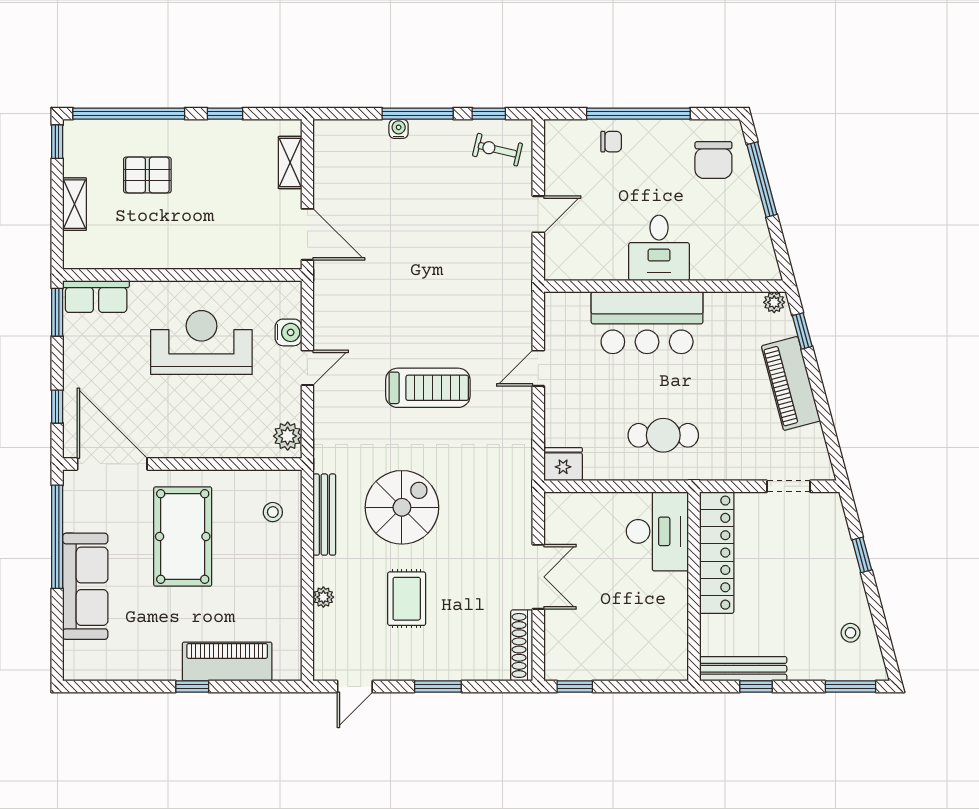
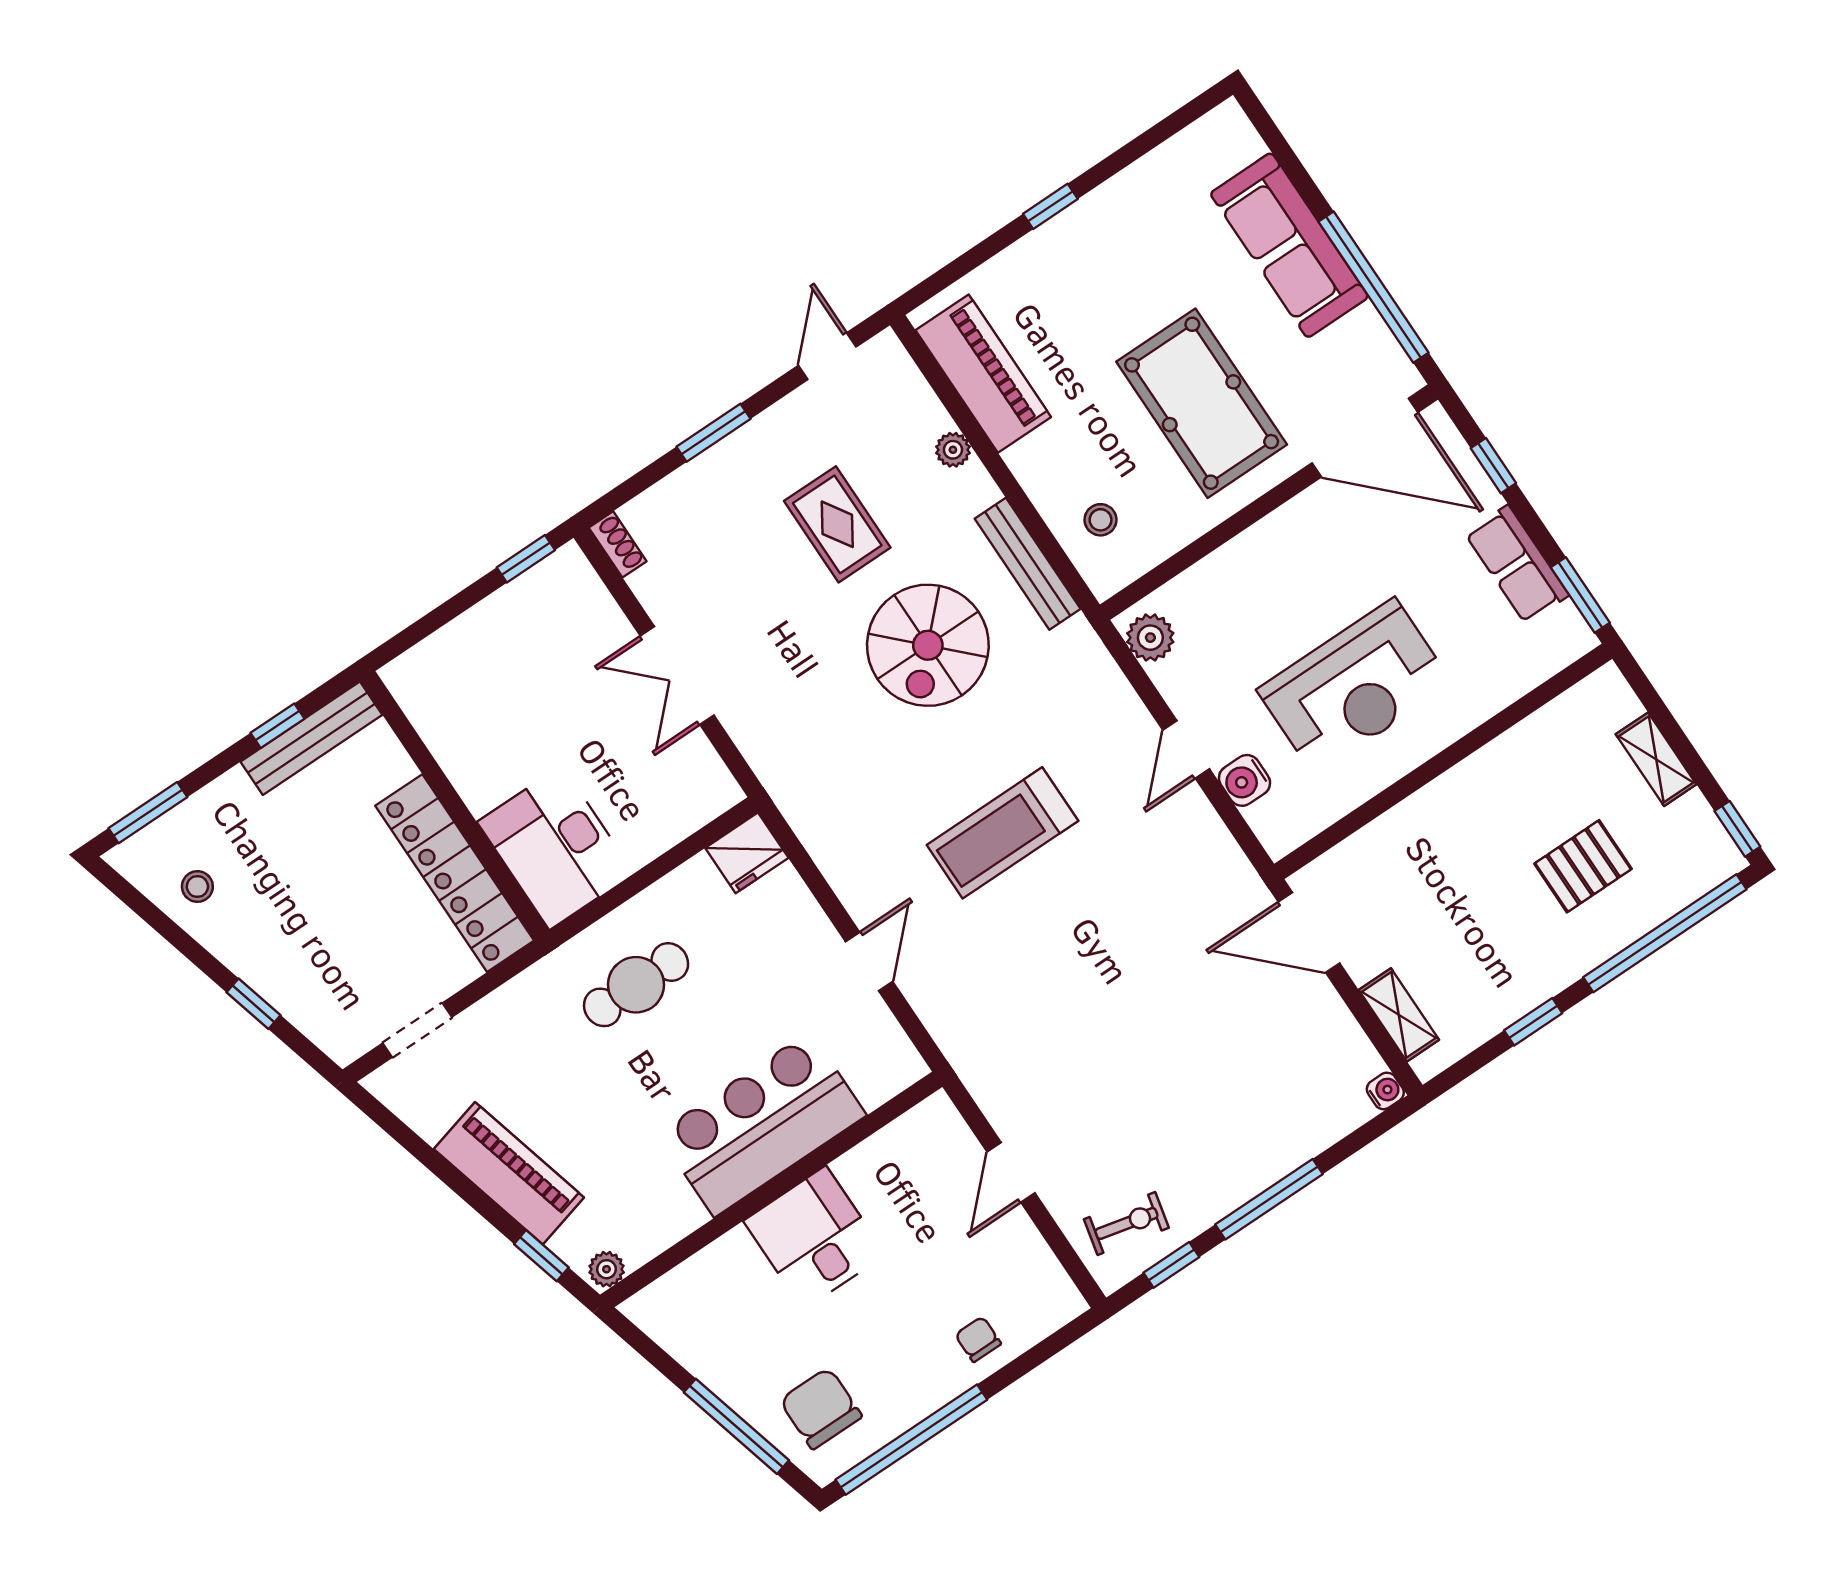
window: (638, 114) -> (911, 1440), moved
water cooler: (399, 129) -> (1385, 1091), moved, turned -90
chair: (611, 142) -> (978, 1339), turned 90
row of seats: (96, 296) -> (1517, 564), moved, turned -90
shoe rack: (522, 645) -> (618, 544), width x0.51, depth x0.81
piano: (227, 661) -> (983, 374), moved, turned -90

